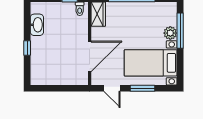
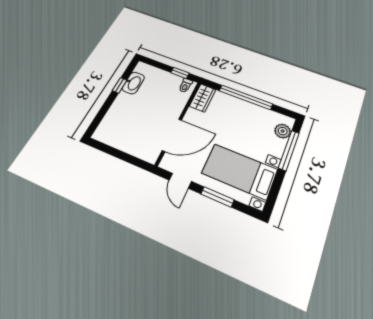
plant: (170, 33) -> (283, 131), moved
window: (27, 48) -> (120, 85), moved

